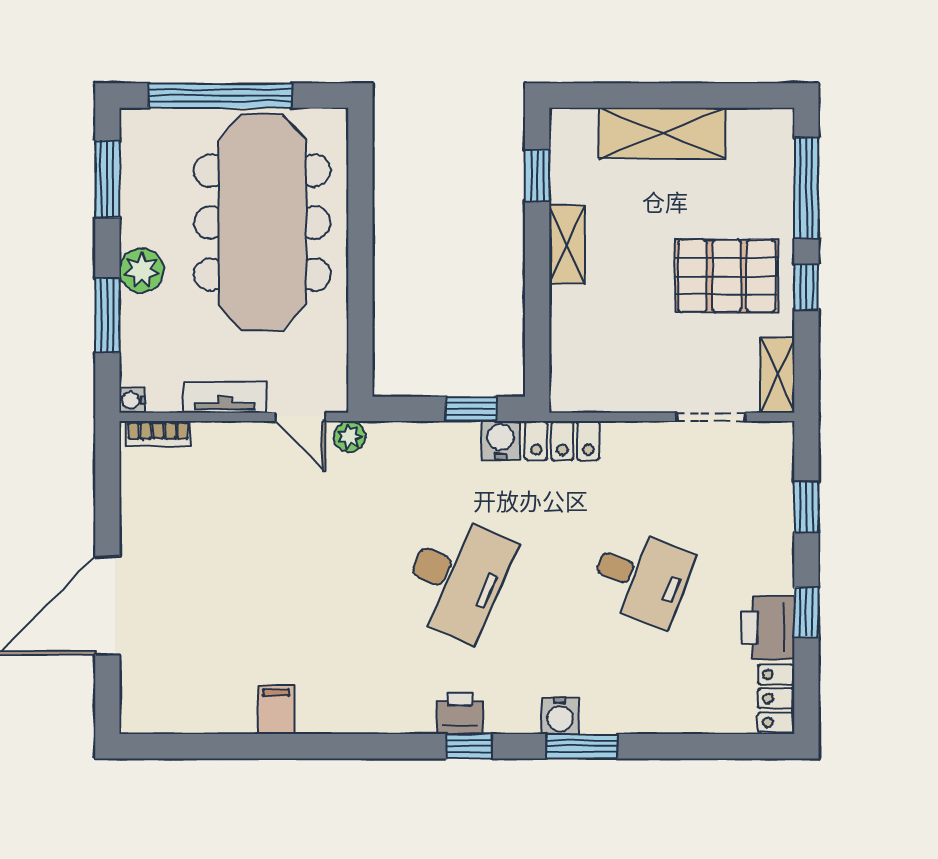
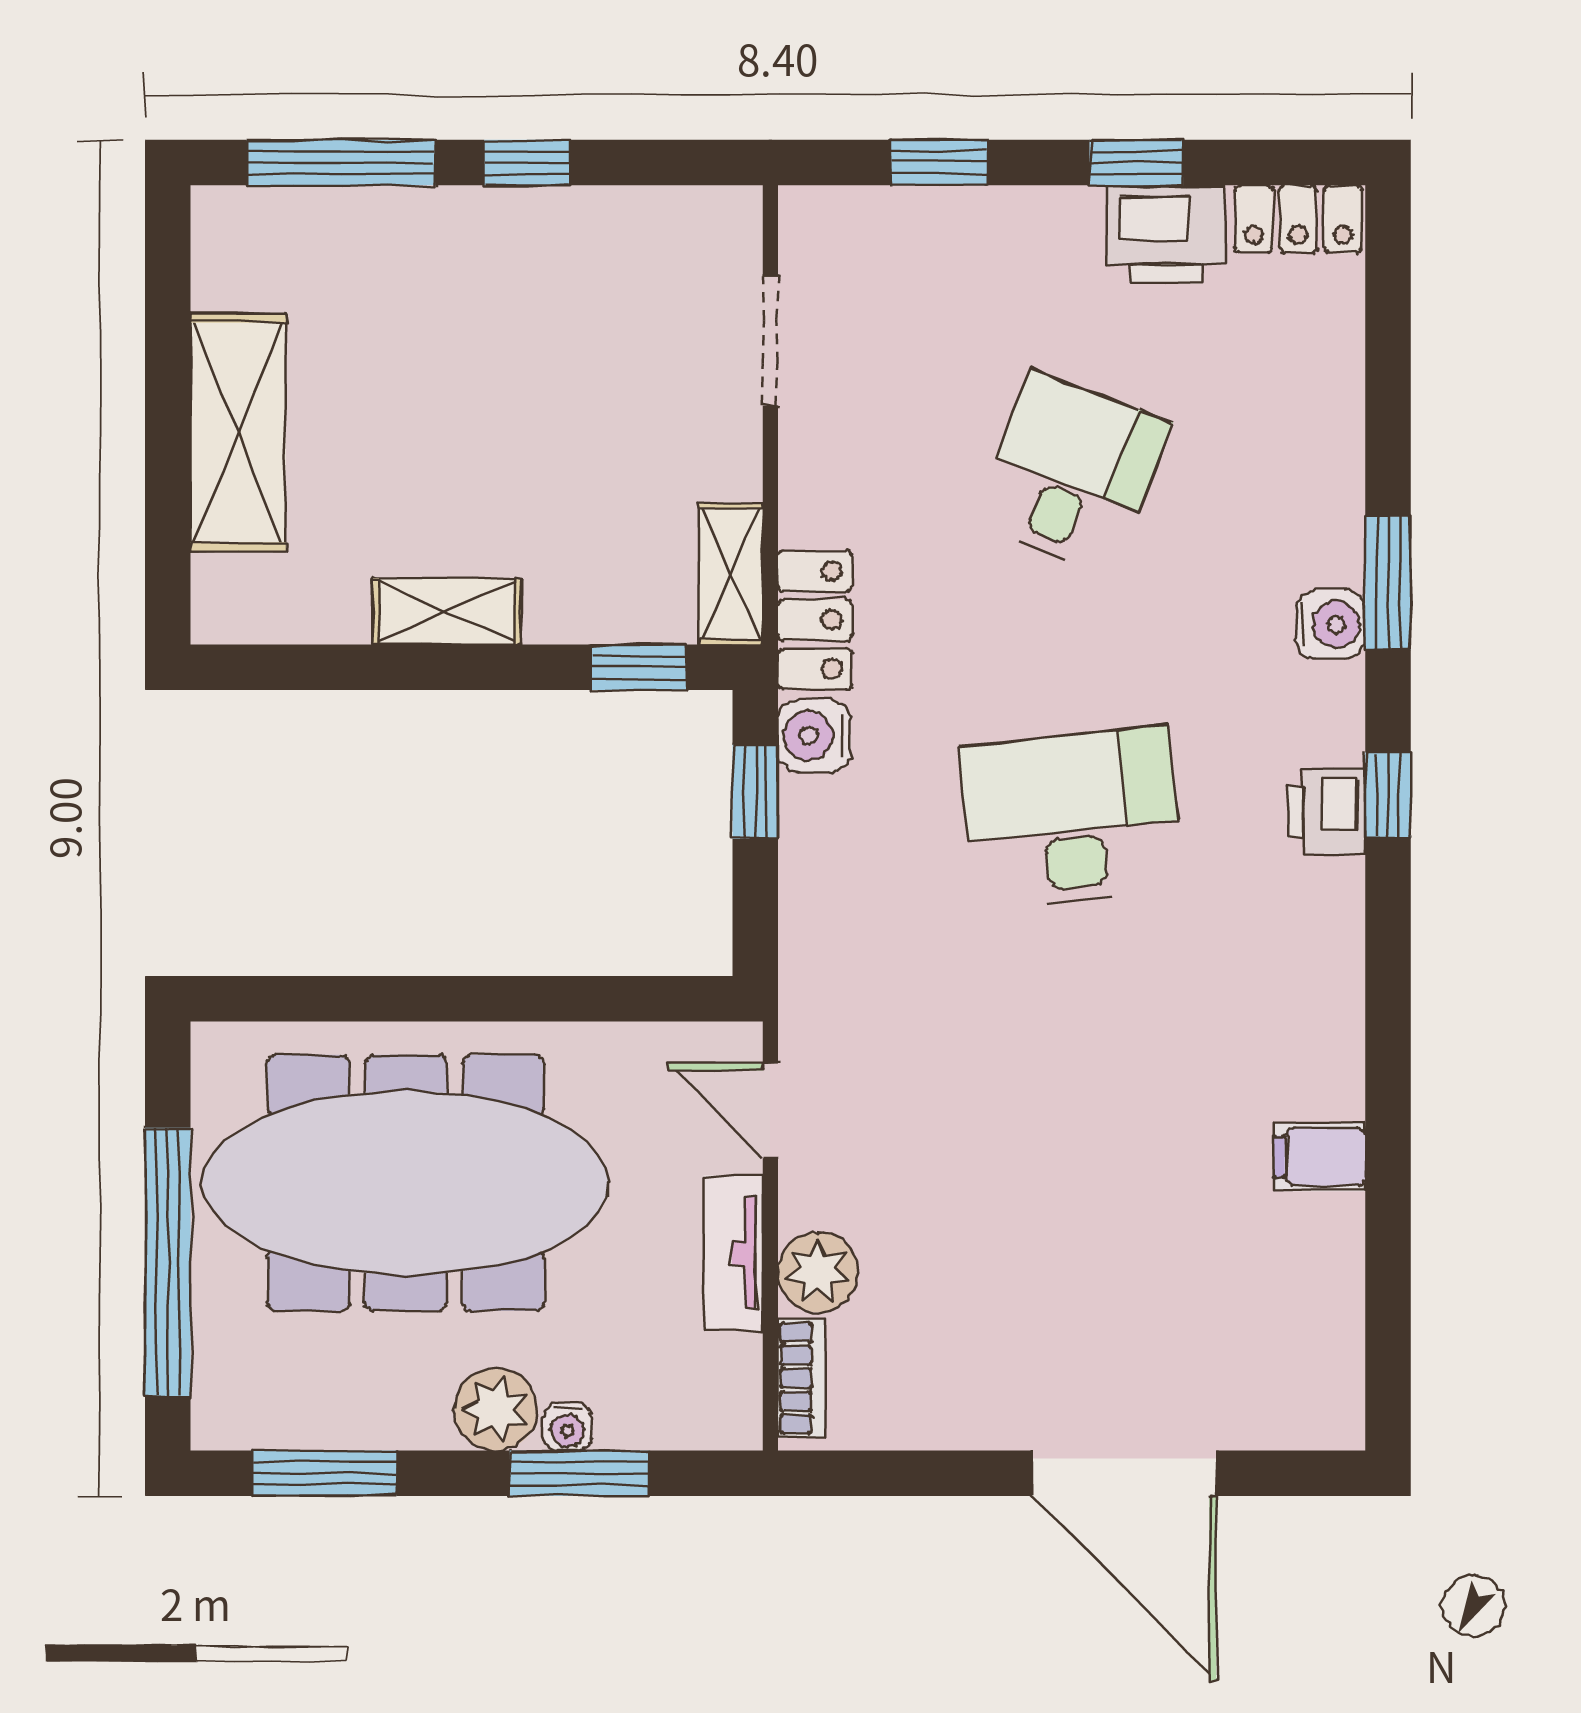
window: (537, 176) -> (639, 667), moved
pallet: (727, 276) -> (506, 312), removed
shelving: (777, 375) -> (731, 574), moved, turned 90
water cooler: (132, 400) -> (567, 1427), moved
door: (301, 417) -> (770, 1111), swing flipped
plant: (349, 437) -> (818, 1272), moved, width x1.38, depth x1.38
desk: (457, 578) -> (1072, 818), turned -30

